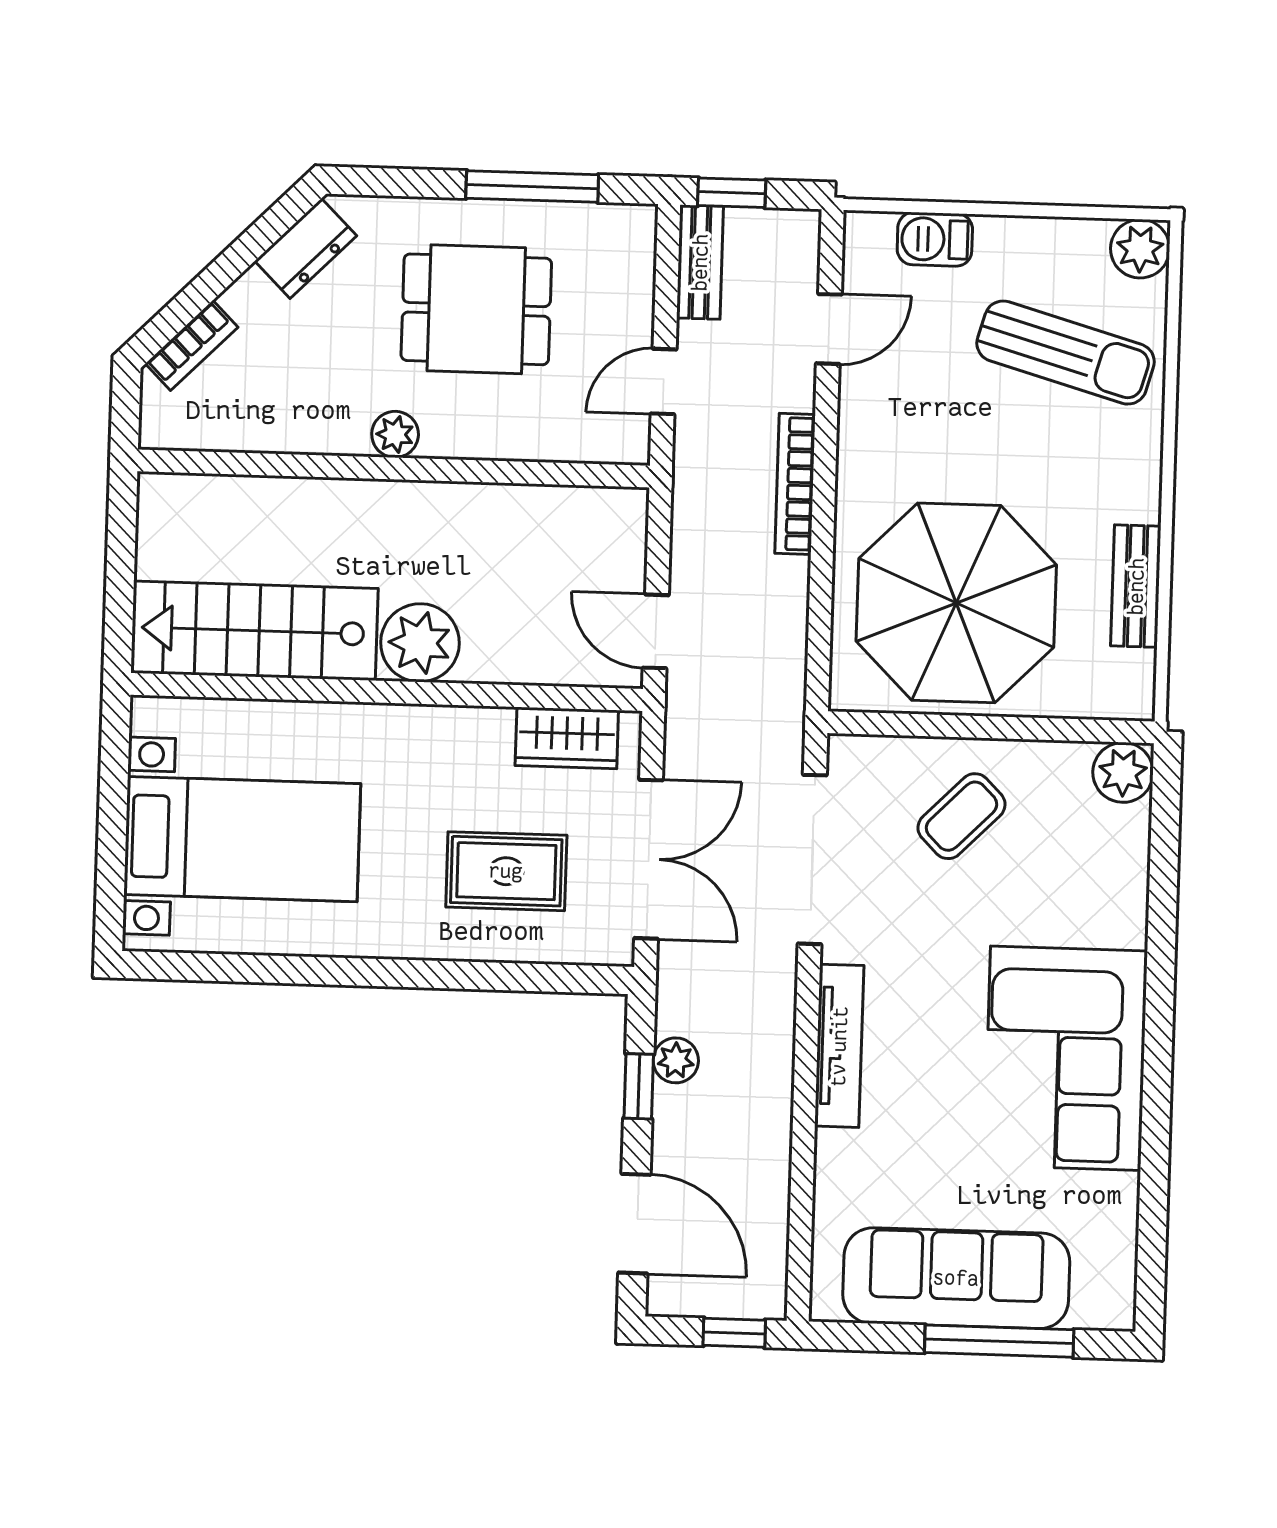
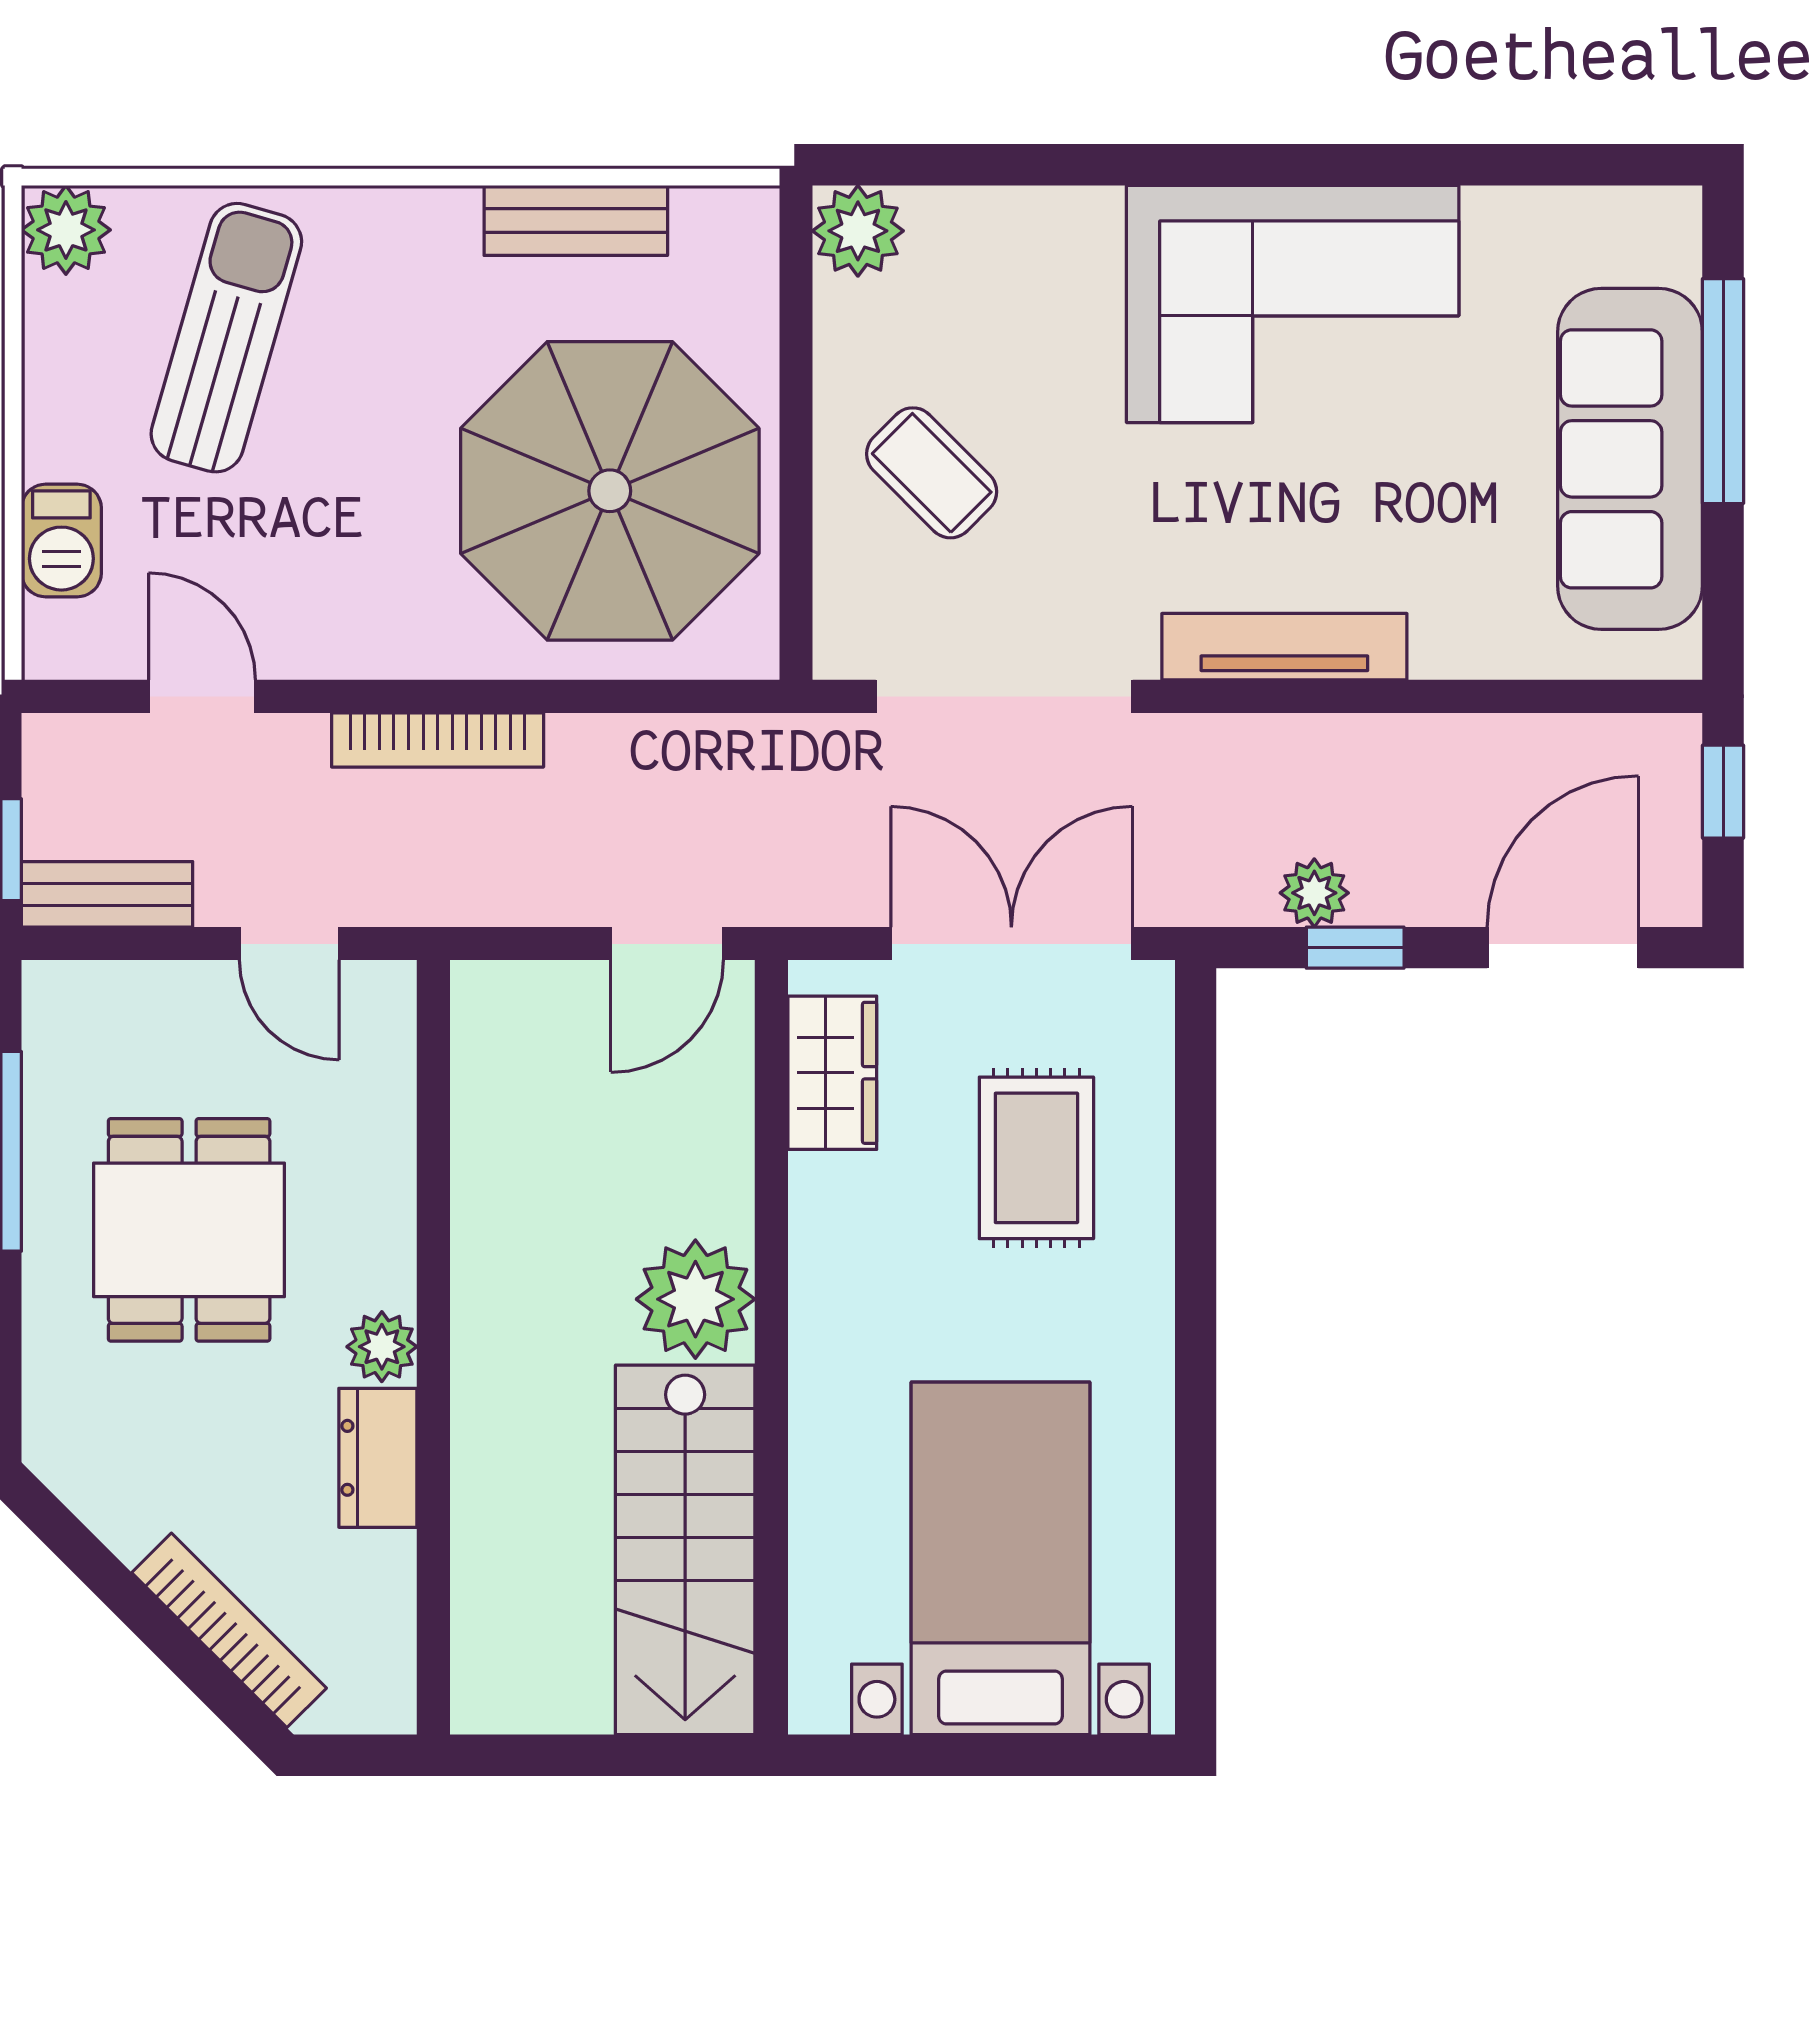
dresser: (306, 248) -> (378, 1458), moved, turned -135
bookcase: (192, 345) -> (229, 1630), width x1.56

